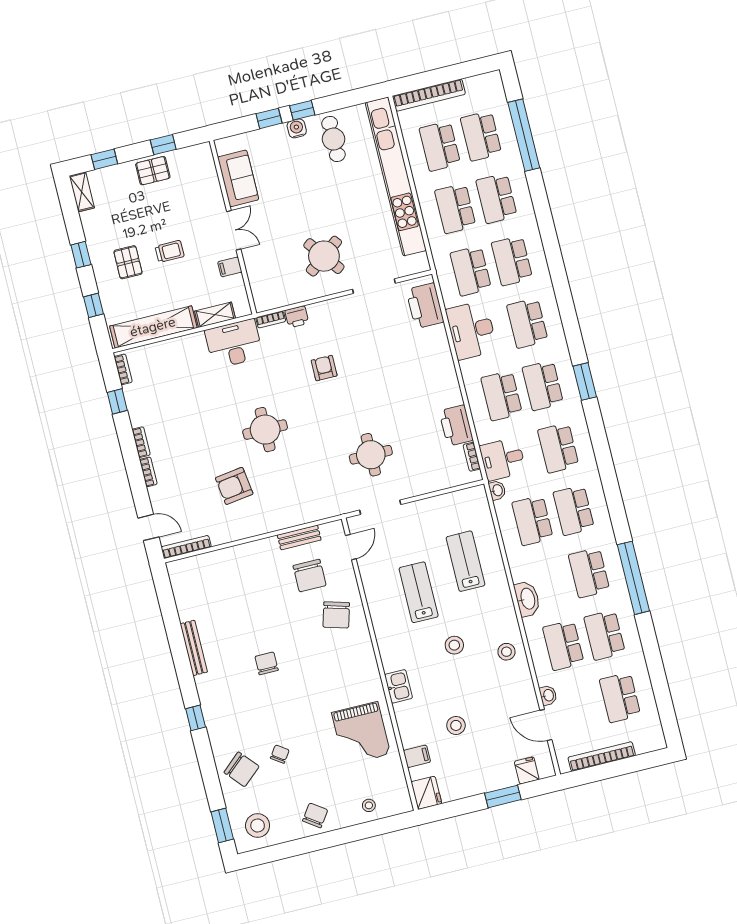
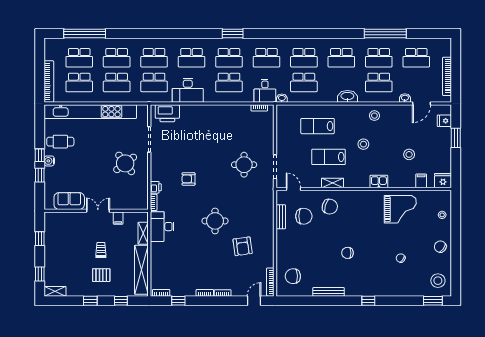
pallet: (153, 171) -> (53, 248), removed
printer: (456, 426) -> (239, 112), removed
window: (633, 578) -> (385, 33), moved
shelving: (377, 610) -> (333, 183), added
chair: (242, 769) -> (293, 276), moved, turned -141

